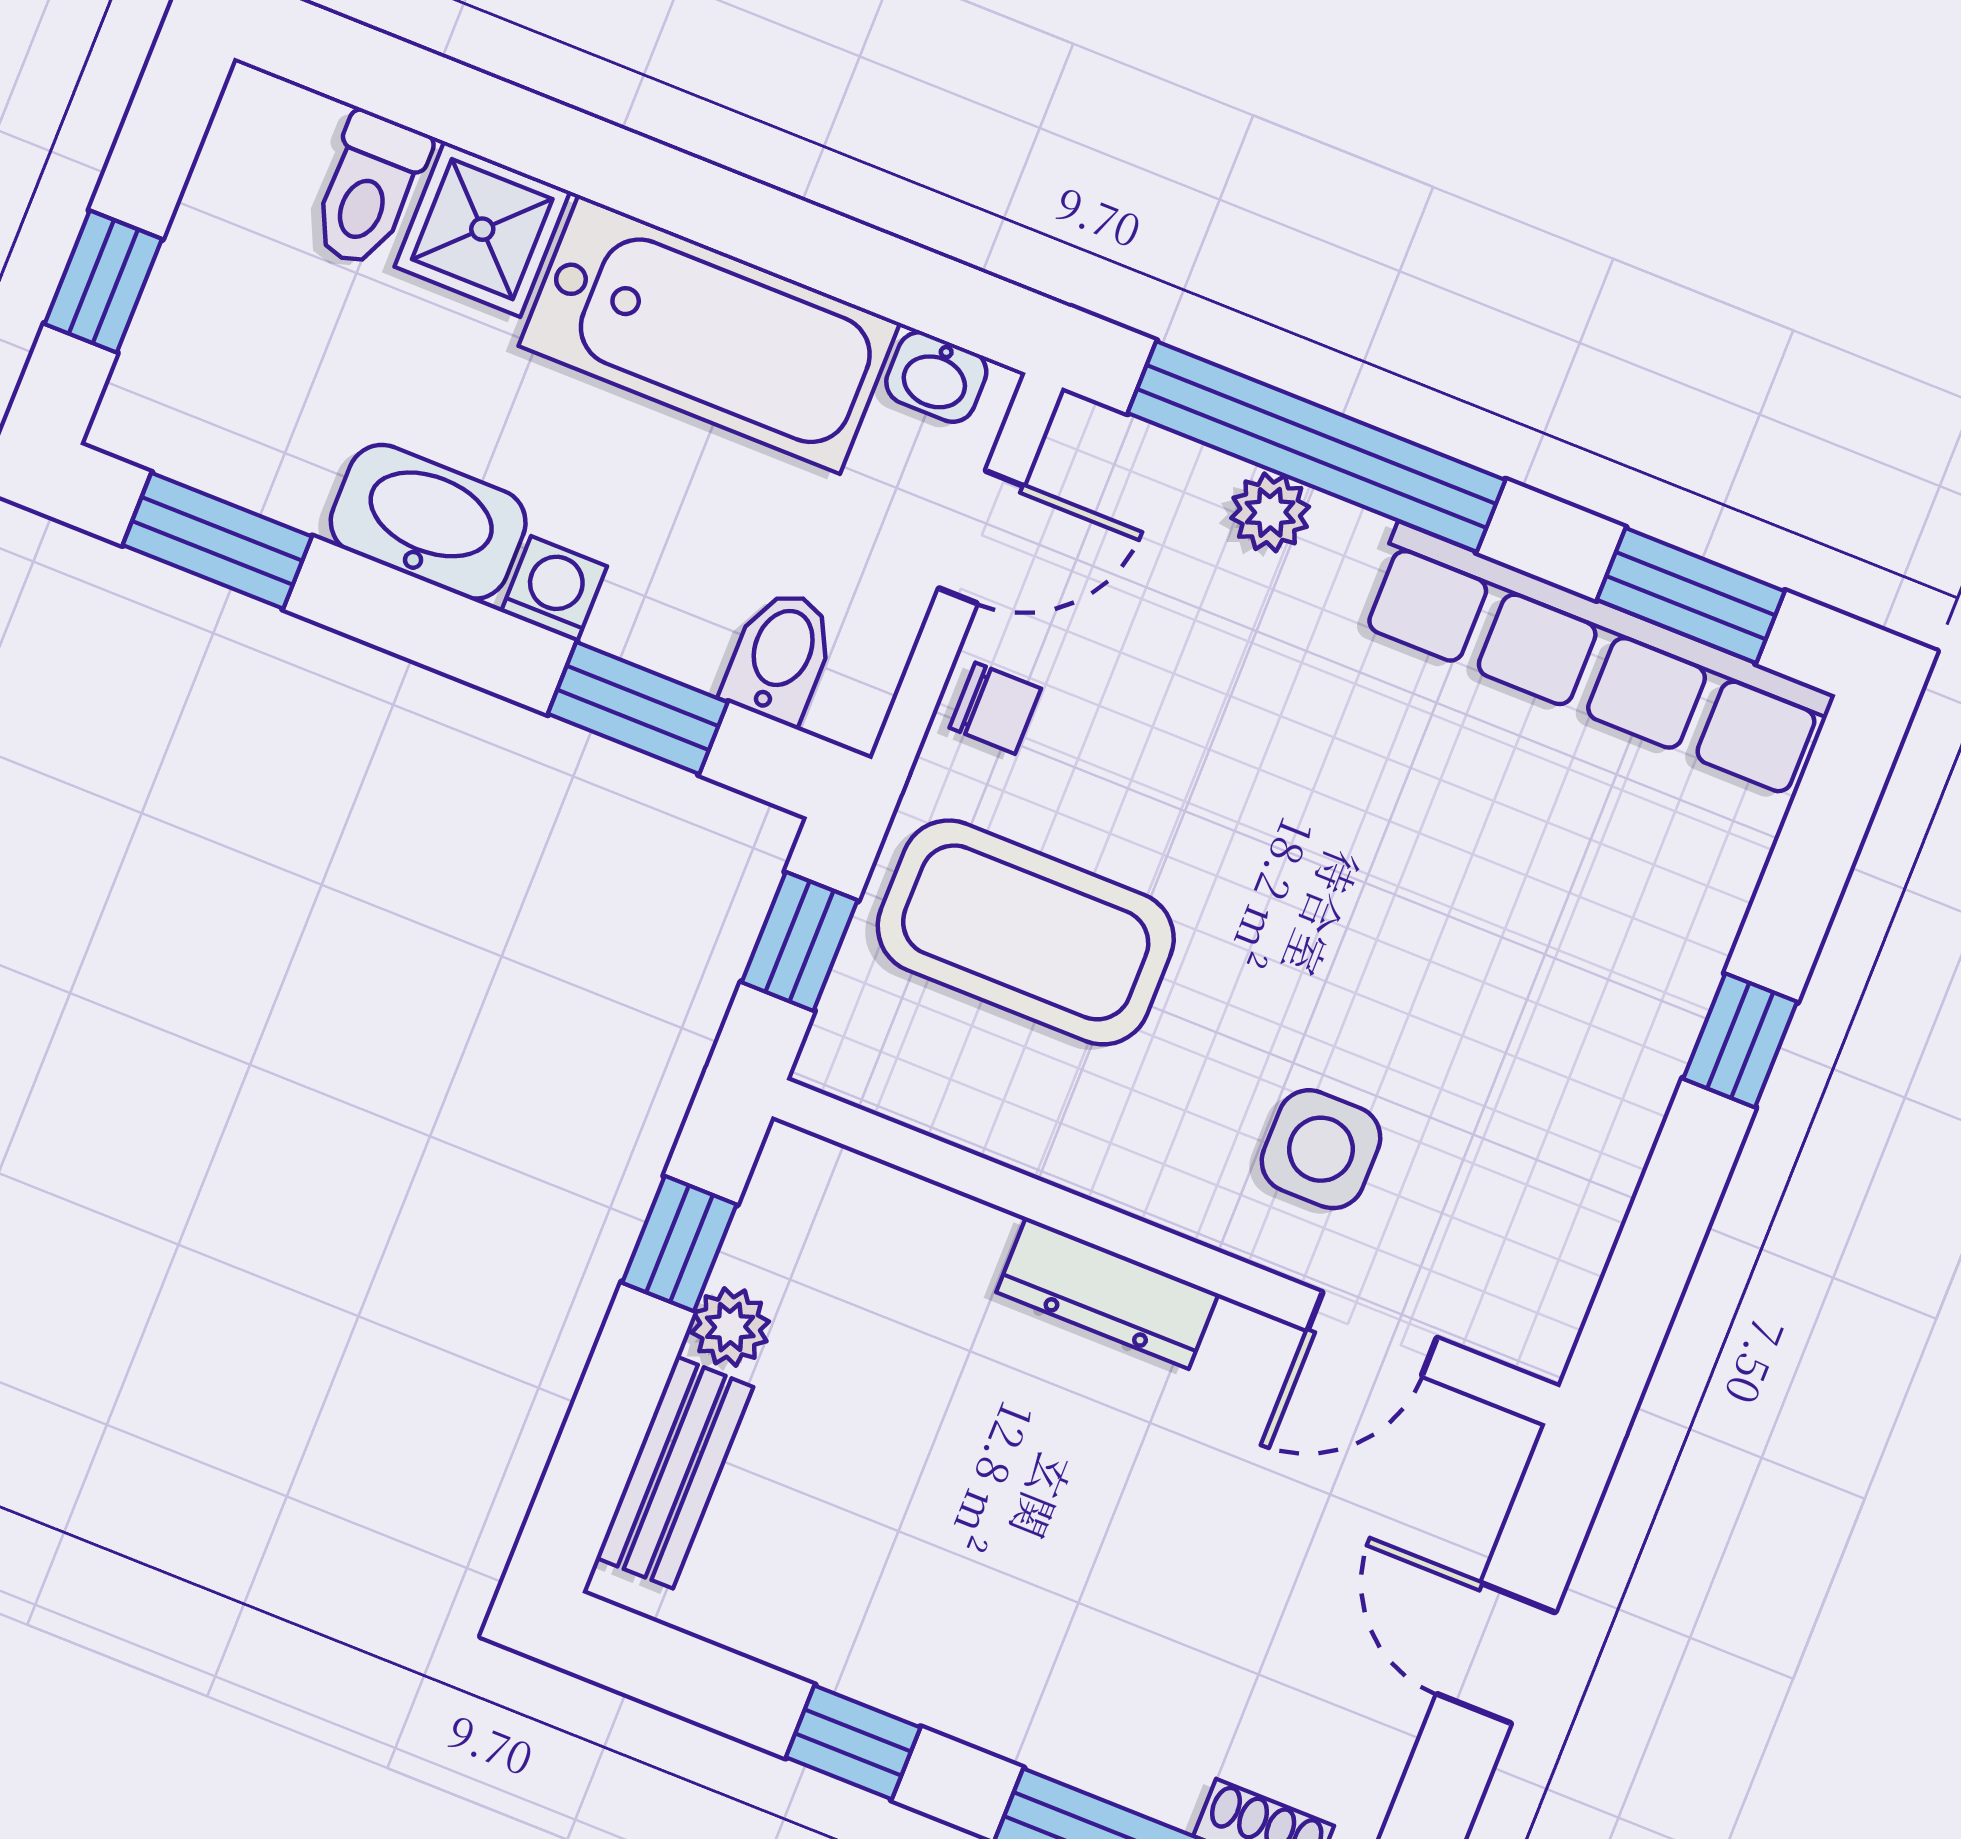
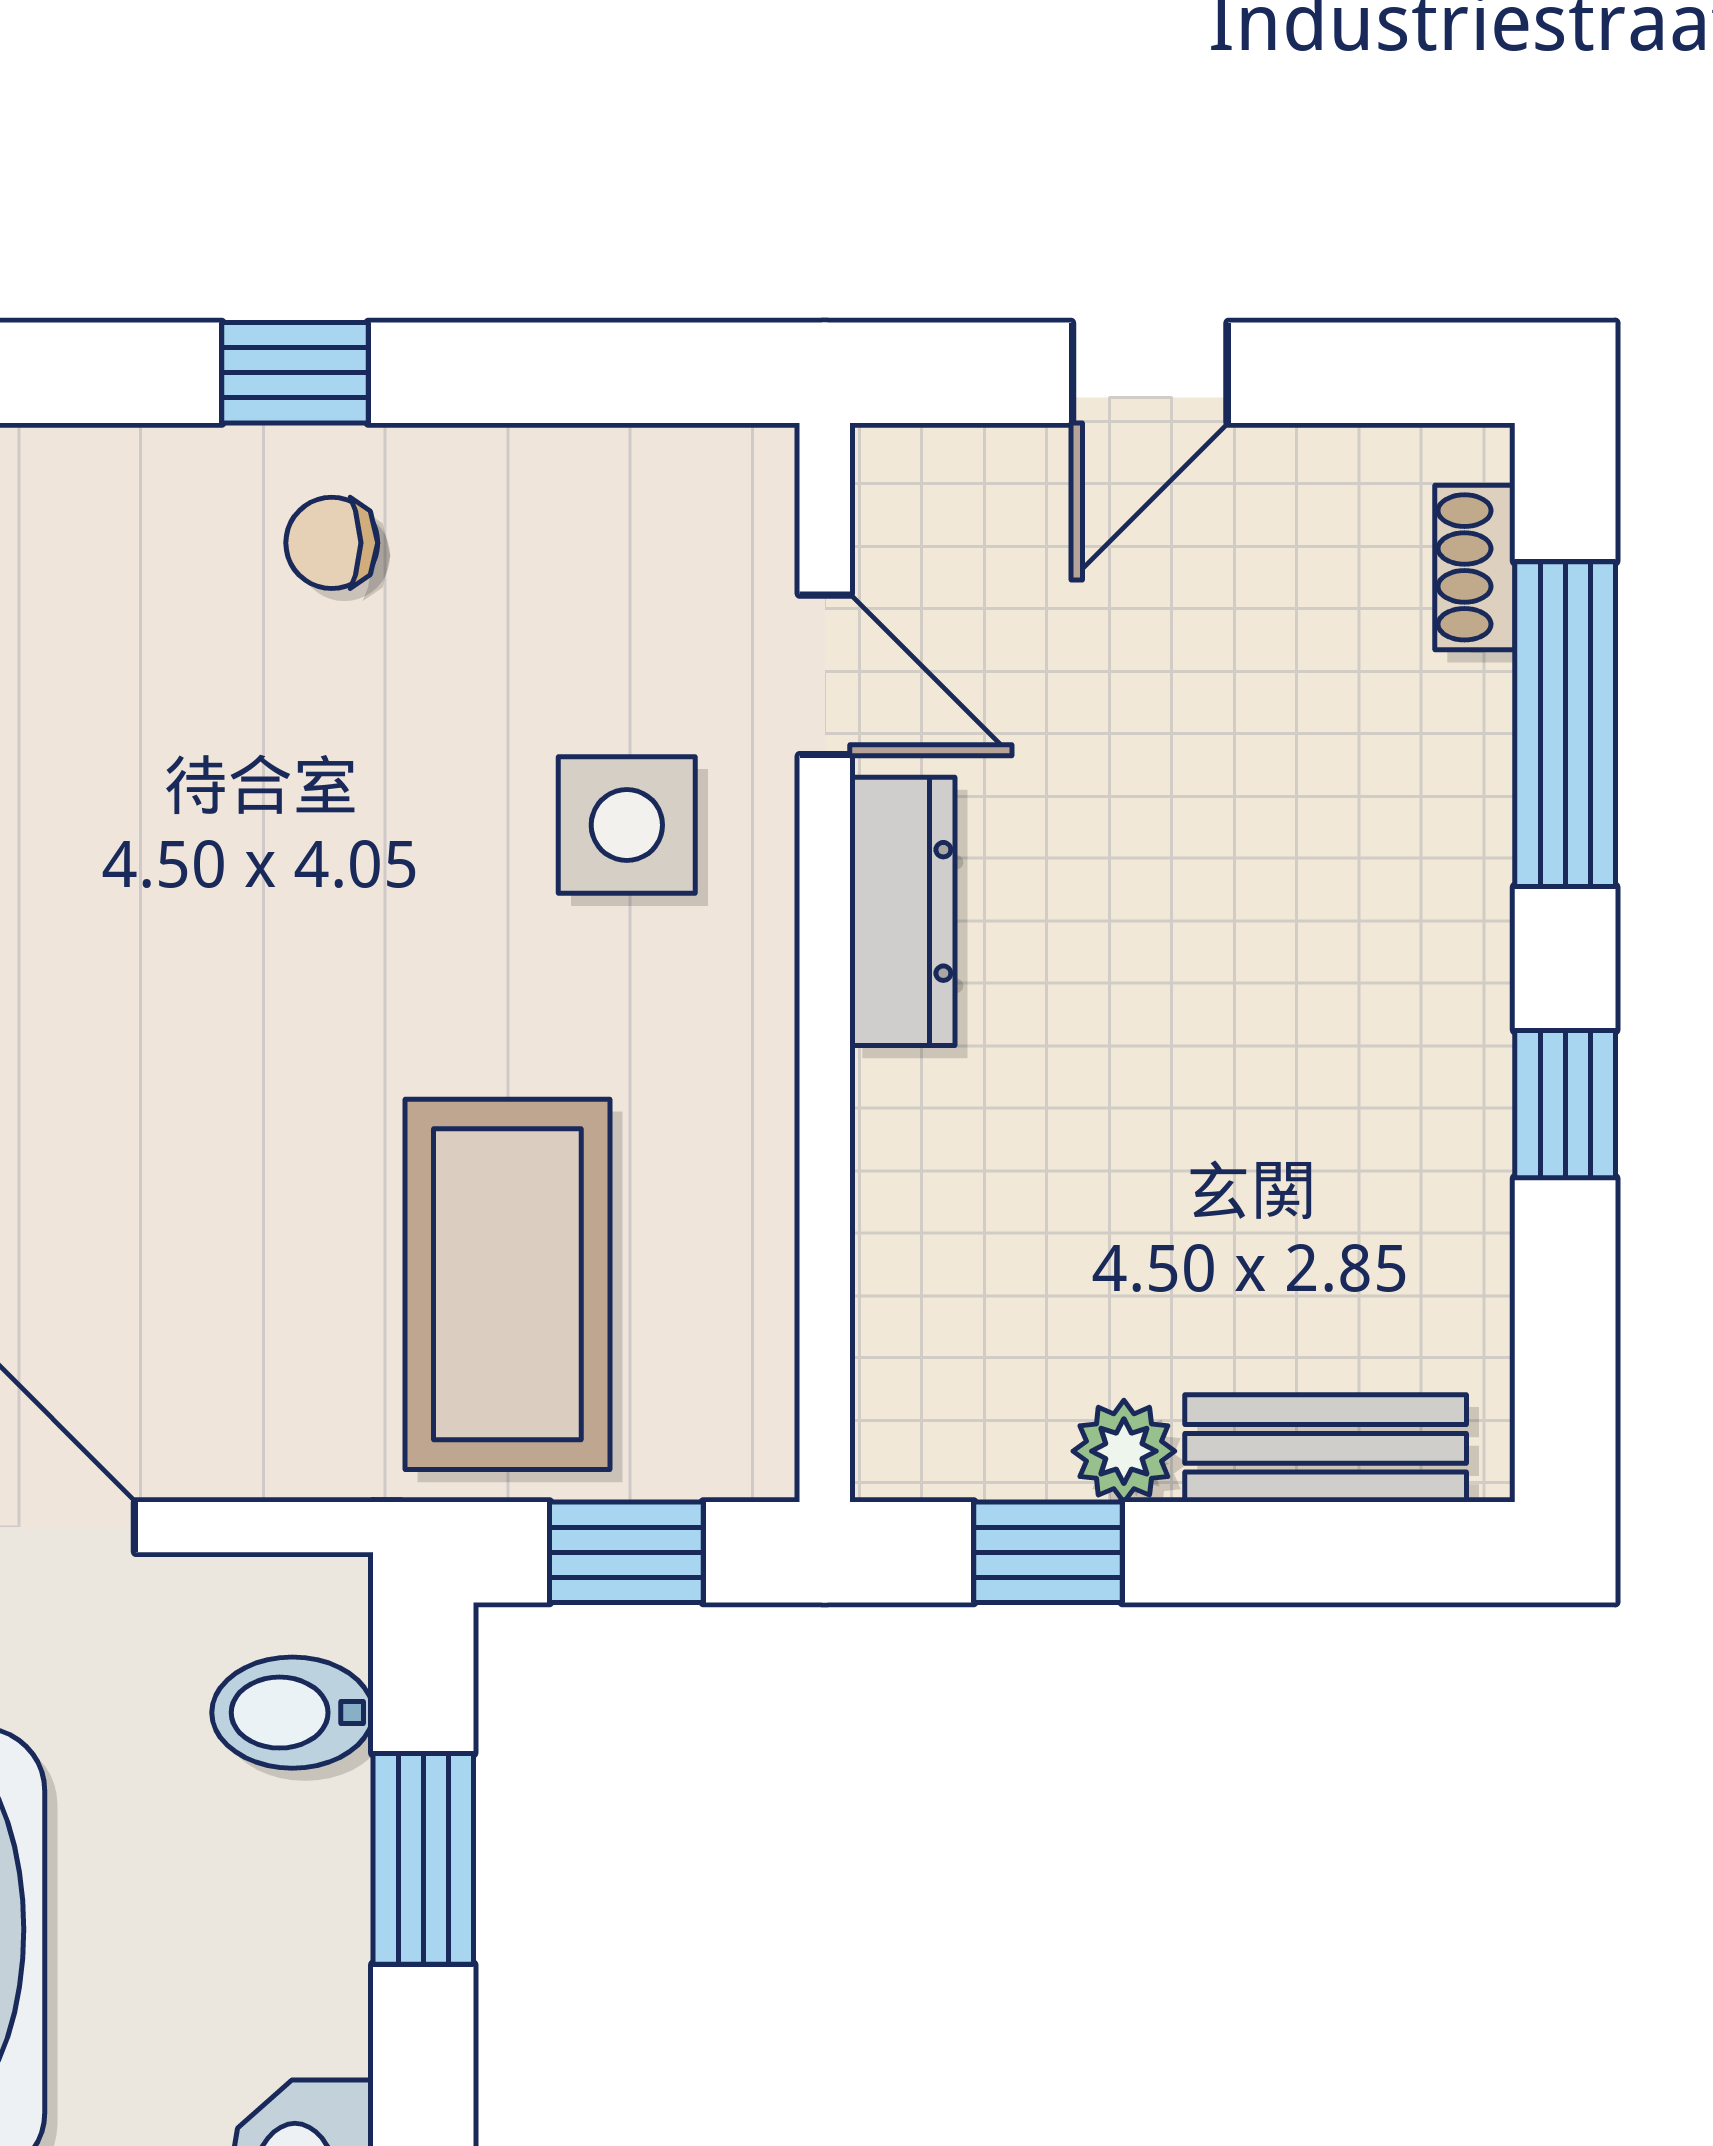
washing machine: (554, 589) -> (320, 2017), removed
chair: (995, 708) -> (332, 543), moved, turned -90
dresser: (1107, 1293) -> (902, 911), moved

